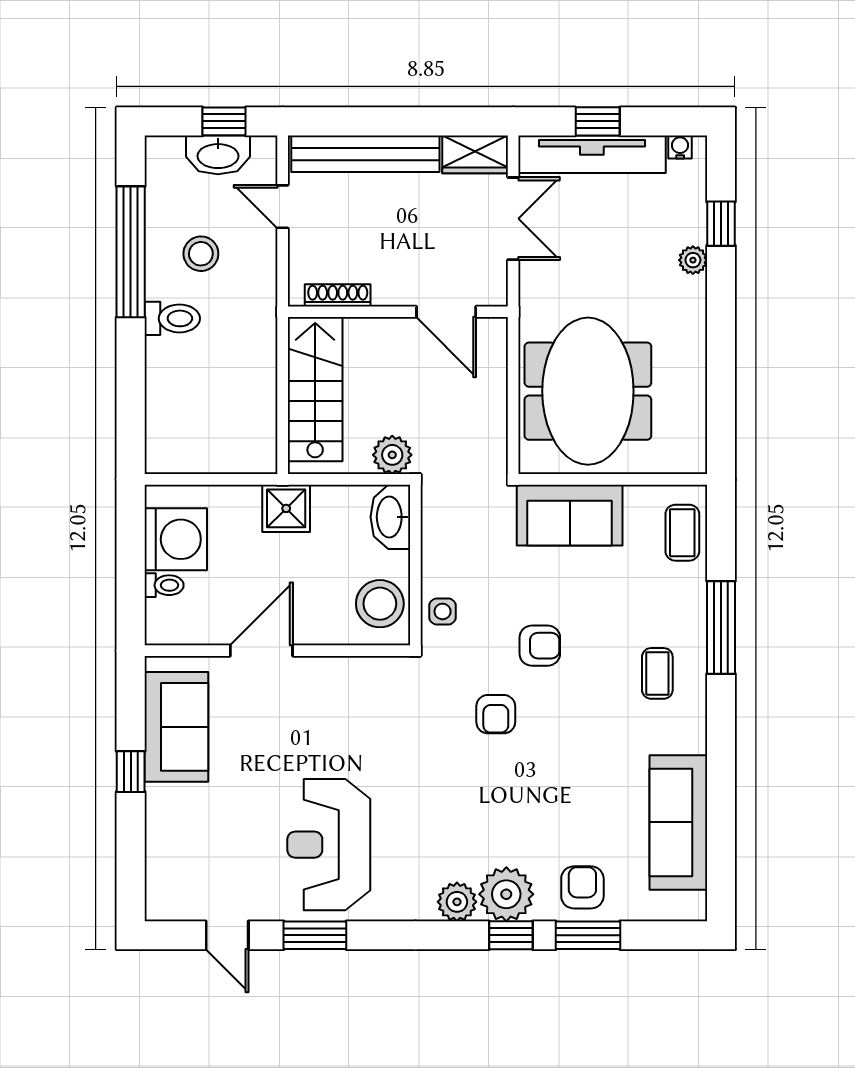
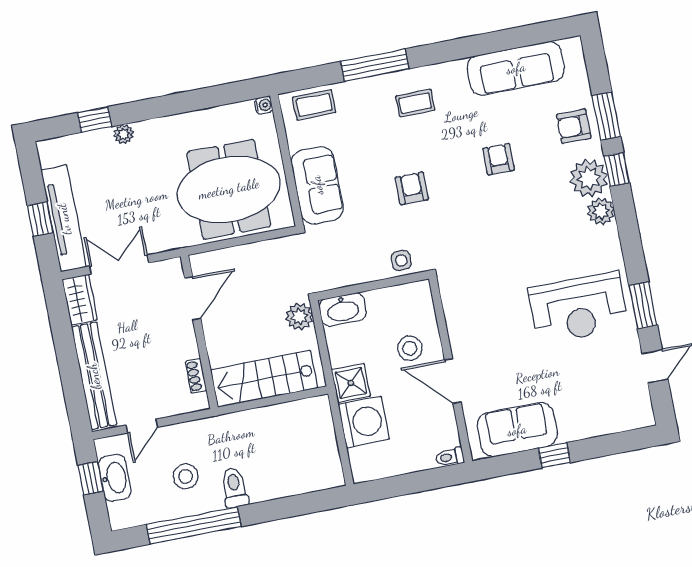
water cooler: (680, 147) -> (264, 105), moved, turned 180
shoe rack: (338, 295) -> (196, 376), width x0.70
washing machine: (176, 539) -> (364, 422), moved, turned 90
toilet: (164, 585) -> (450, 457), moved, turned -90
stool: (380, 604) -> (410, 348), moved, width x0.73, depth x0.73
armchair: (496, 714) -> (499, 159), moved, turned -90

